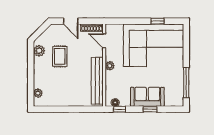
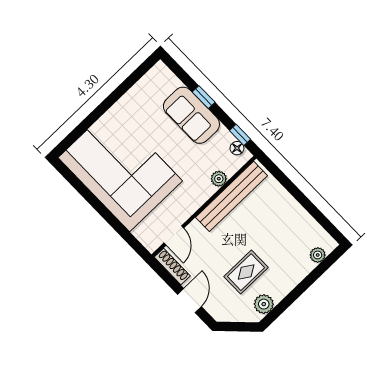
window: (158, 21) -> (86, 193), removed
plant: (110, 66) -> (219, 179), moved
window: (186, 83) -> (127, 84), removed

